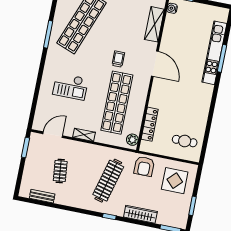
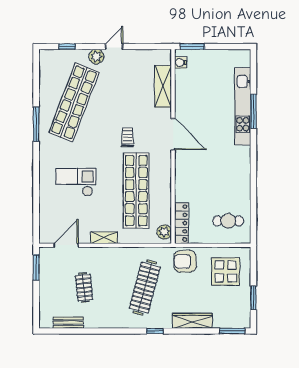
checkout: (70, 86) -> (76, 182), turned 180
locker: (150, 124) -> (181, 223), moved
armchair: (144, 166) -> (185, 261), turned 90

